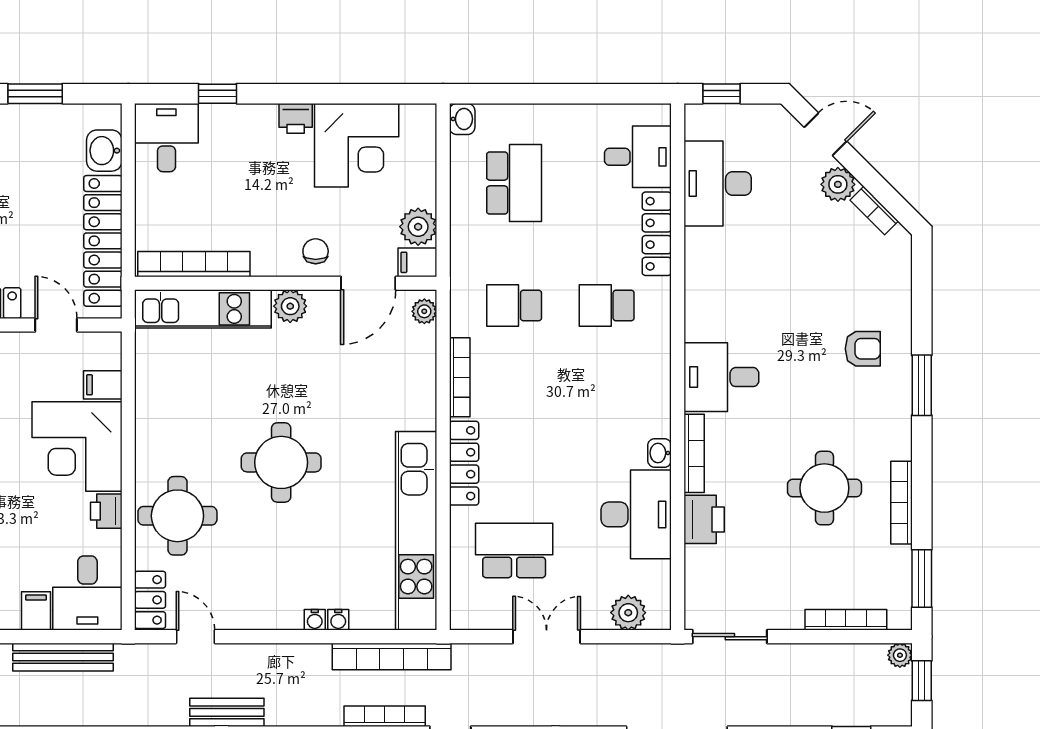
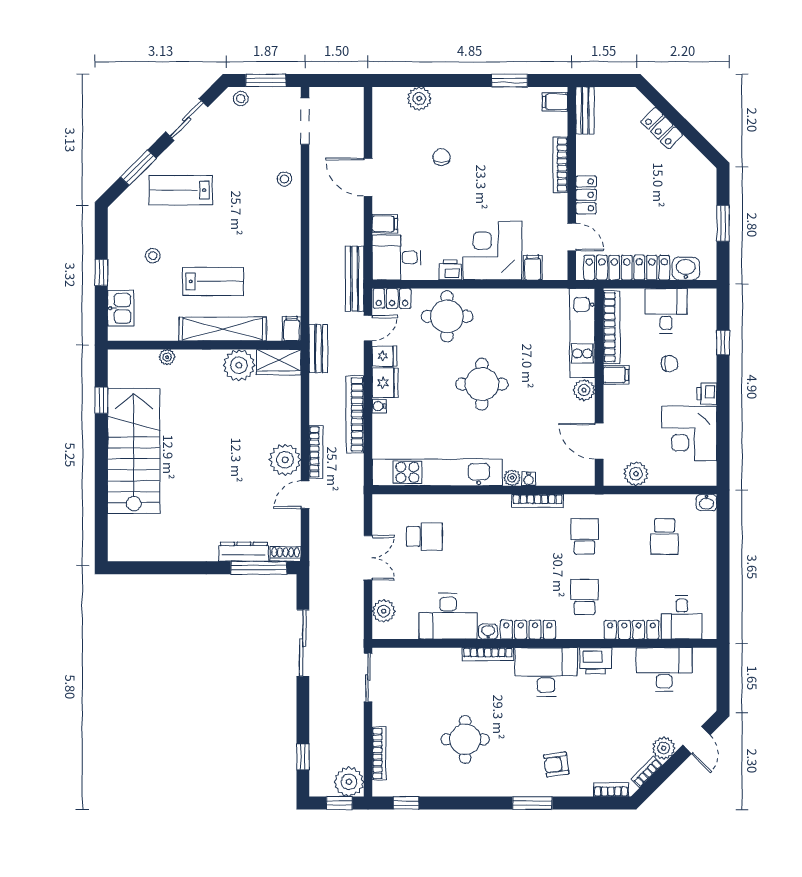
window: (721, 94) -> (723, 672), removed
desk: (166, 138) -> (666, 311), moved, turned -90
school desk: (514, 183) -> (665, 536), width x0.54
chair: (316, 251) -> (670, 364), moved
filing cabinet: (417, 262) -> (616, 375), moved, turned 90
plant: (424, 311) -> (512, 478), moved
door: (56, 325) -> (572, 237), hinge flipped
armchair: (863, 349) -> (556, 764), turned 82
desk: (721, 377) -> (546, 672), width x1.37
locker: (464, 463) -> (528, 630), moved, turned 180
bookcase: (901, 503) -> (611, 790), moved, width x0.64
printer: (704, 519) -> (596, 661), moved
school desk: (514, 551) -> (424, 536), width x0.54
window: (922, 578) -> (406, 803), width x0.67
fridge: (238, 611) -> (385, 356), added
fridge: (279, 611) -> (385, 383), added
water cooler: (338, 620) -> (529, 479), moved, turned -90
plant: (900, 655) -> (349, 782), width x1.88, depth x1.88
bookcase: (392, 656) -> (355, 414), moved
bench: (63, 657) -> (355, 279), moved

